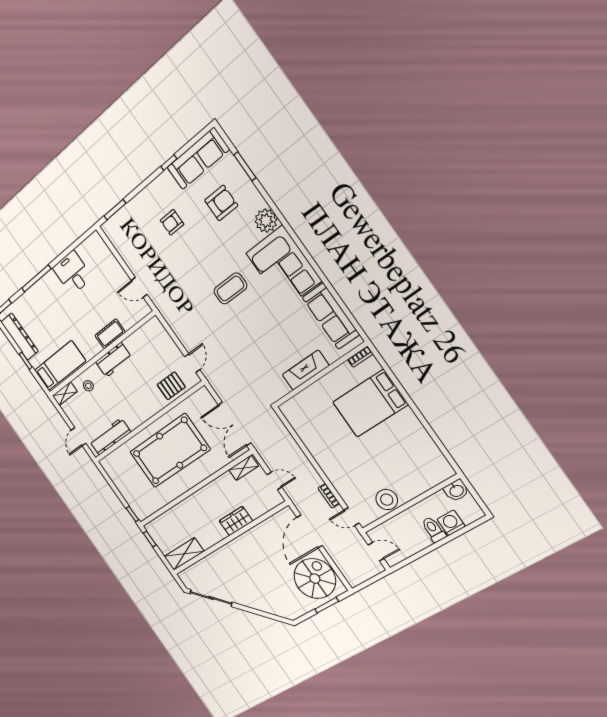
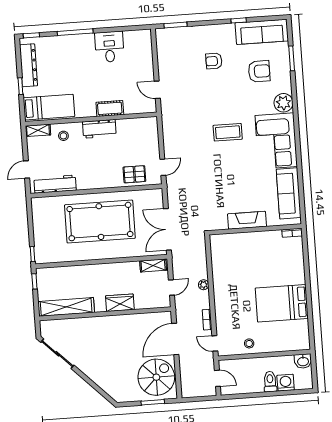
bed: (370, 403) -> (282, 303), moved
plant: (303, 462) -> (204, 285), added
door: (274, 481) -> (171, 288), hinge flipped
stool: (387, 500) -> (249, 343), width x0.53, depth x0.53
shelving: (184, 554) -> (66, 307), width x1.47

